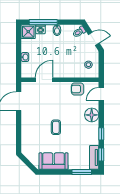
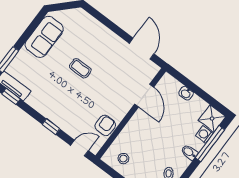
door: (101, 94) -> (80, 148), hinge flipped
floor lamp: (92, 115) -> (64, 119), removed
window: (101, 134) -> (51, 127), moved

